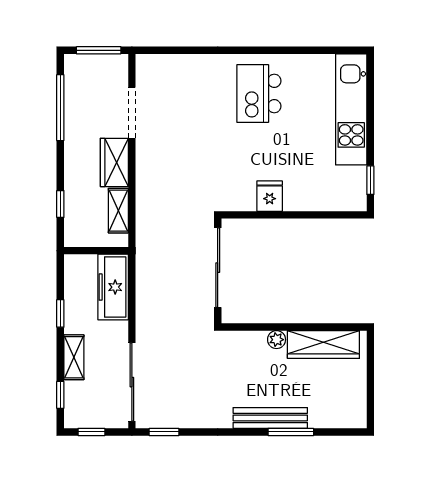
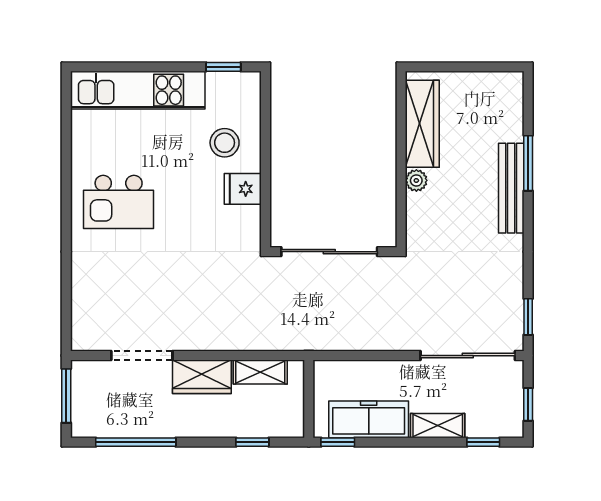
stool: (308, 181) -> (225, 143), added
freezer: (113, 287) -> (369, 419), moved, turned 180
window: (60, 313) -> (338, 442), moved

